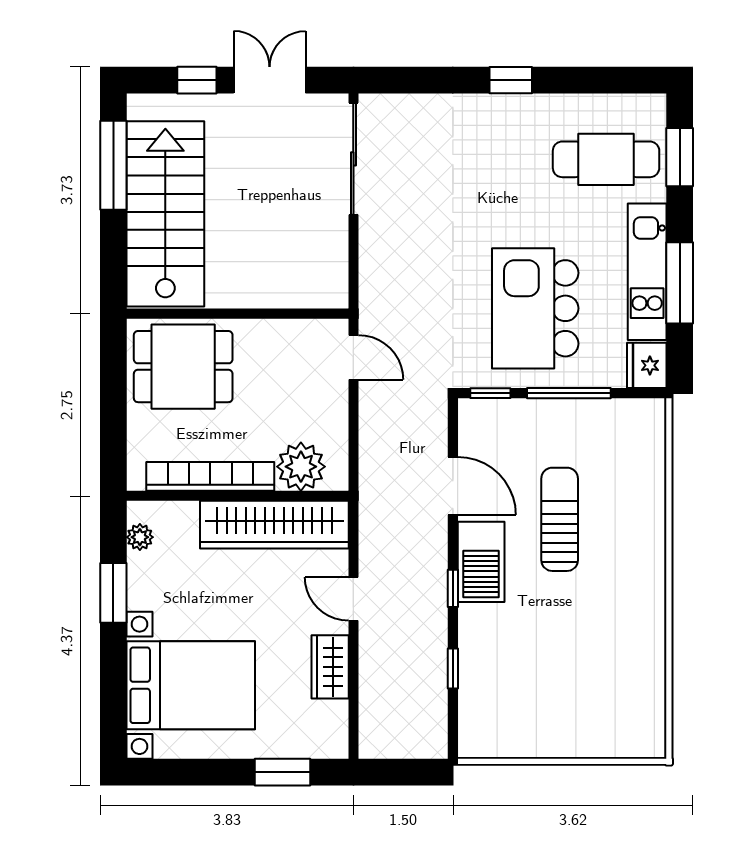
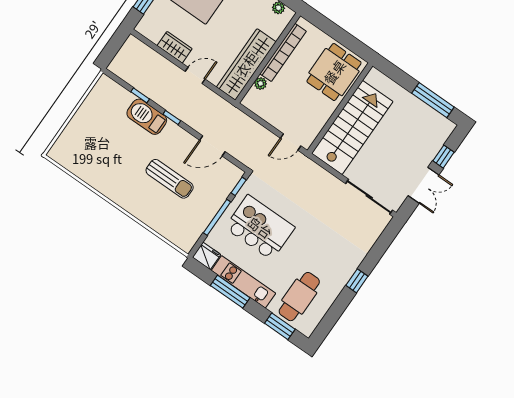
stairs: (165, 214) -> (352, 127), moved, turned -90
plant: (301, 467) -> (261, 83), width x0.53, depth x0.53
barbecue: (481, 562) -> (147, 117), moved

